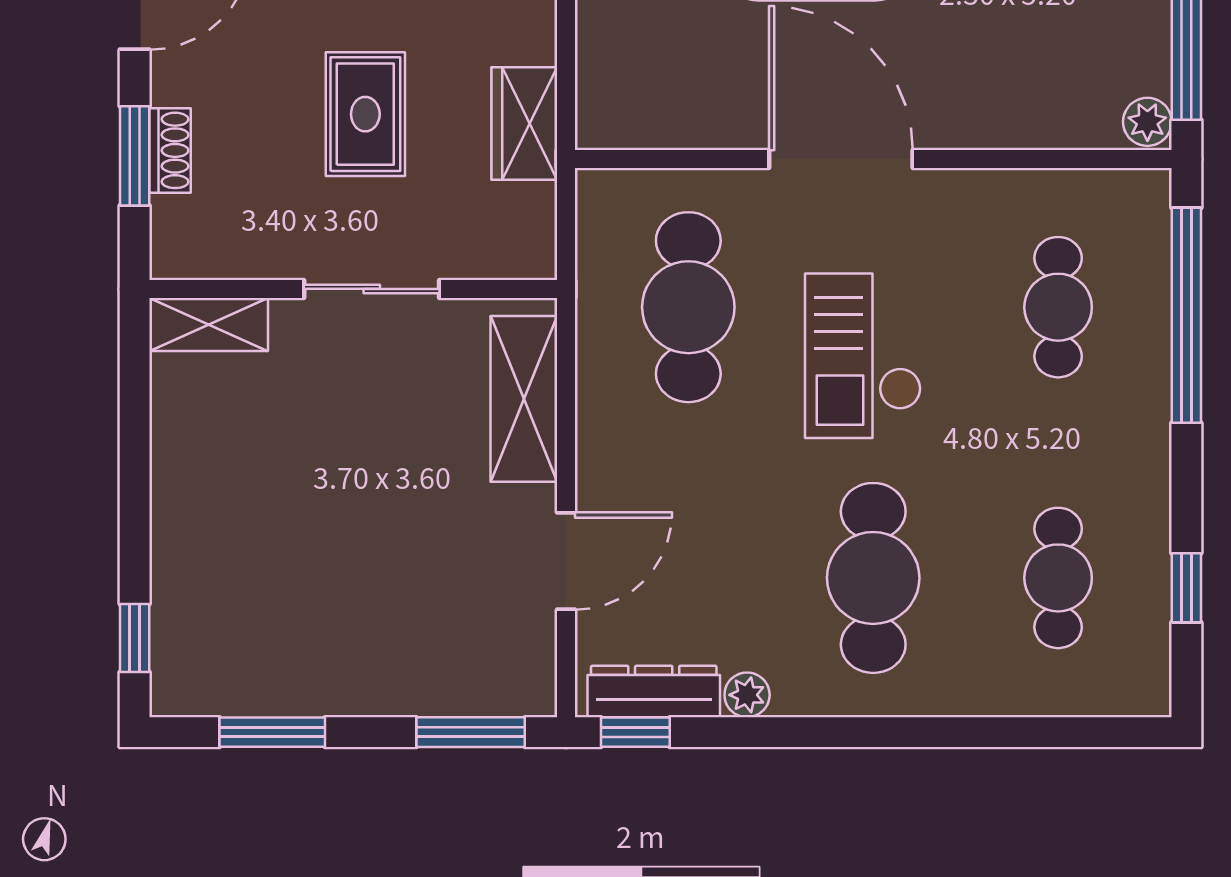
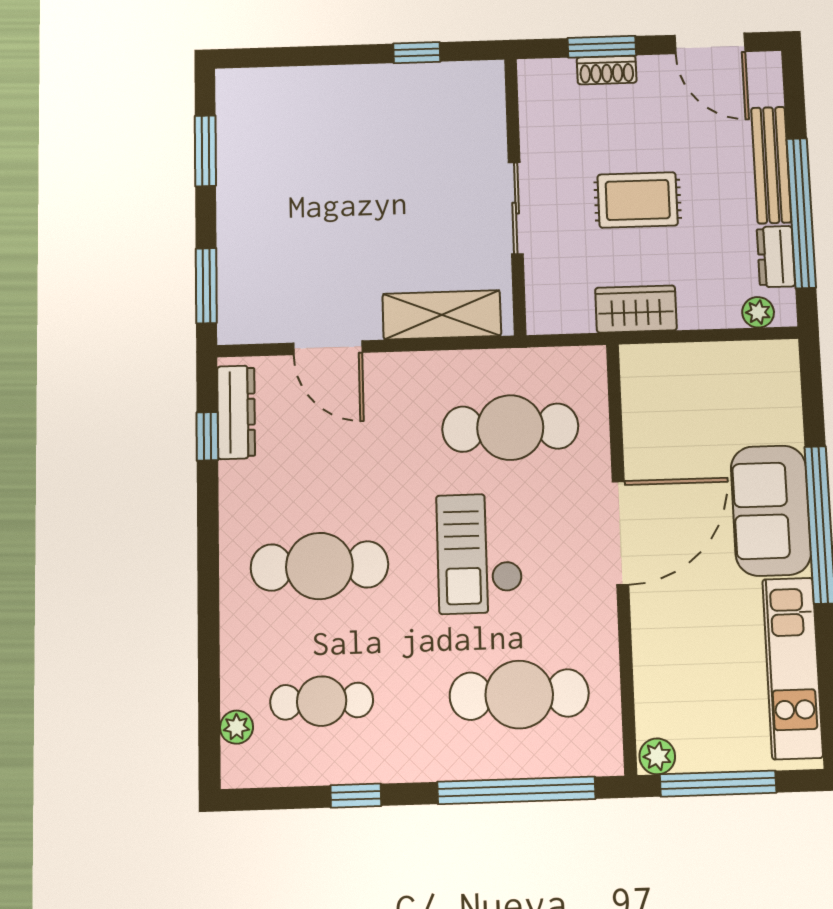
cafe table: (1058, 307) -> (519, 695), width x1.37, depth x1.35
shelving: (209, 324) -> (487, 99), removed
checkout: (863, 356) -> (480, 553), turned -90
window: (1186, 588) -> (356, 796), moved
window: (135, 638) -> (417, 53), moved
plant: (747, 695) -> (237, 727), moved
window: (635, 732) -> (207, 436), moved

